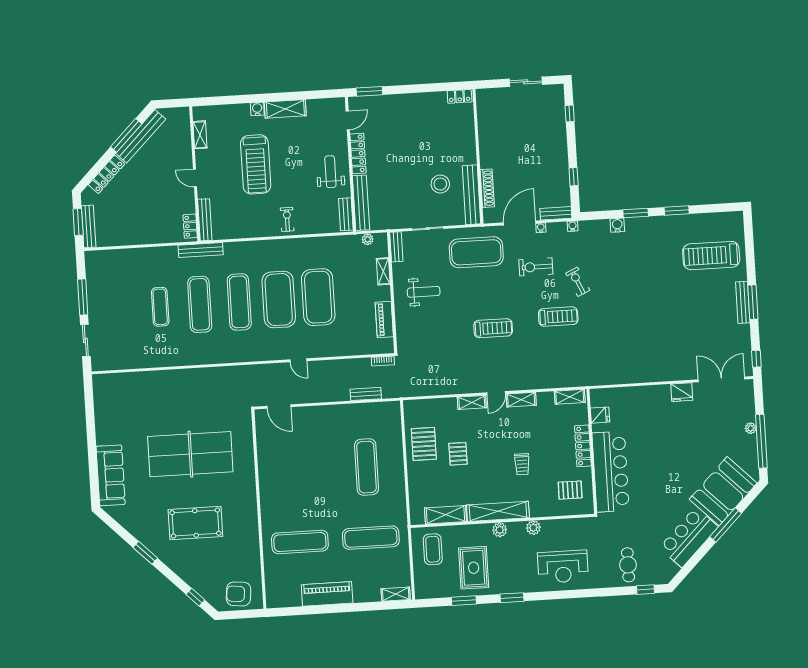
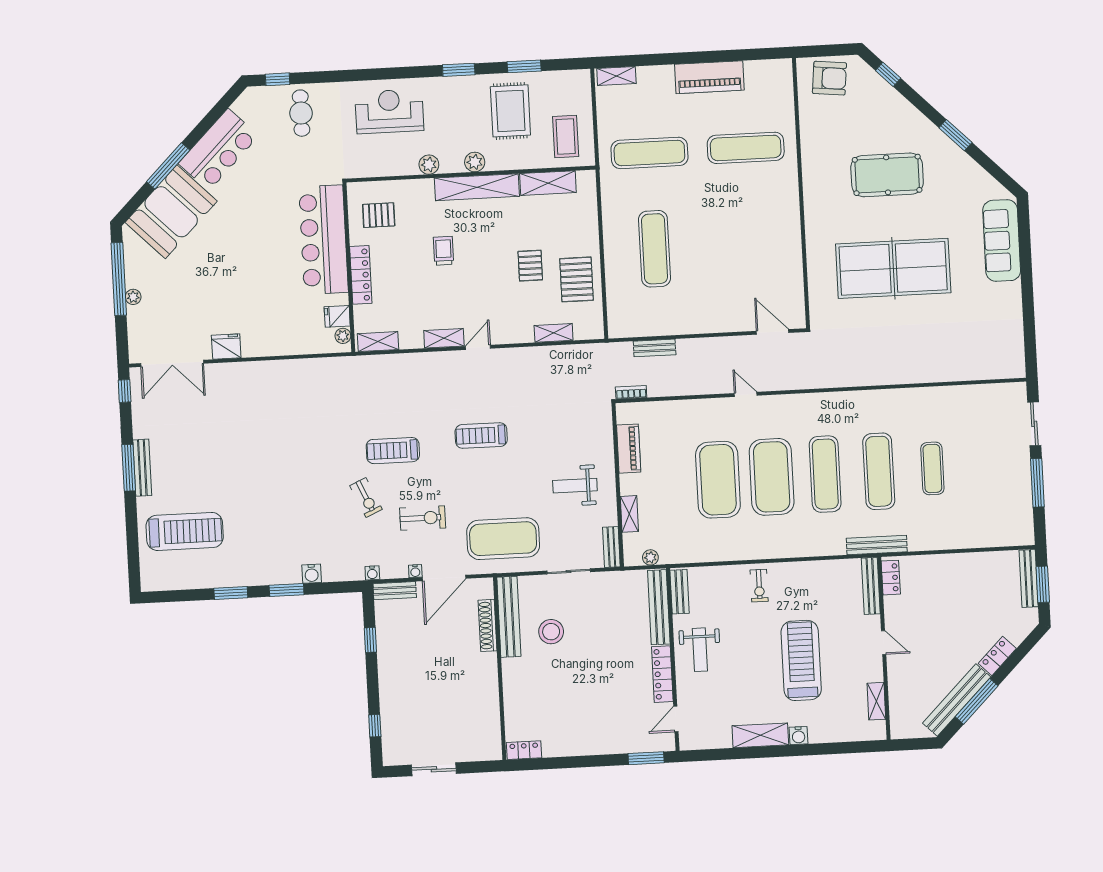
locker: (106, 174) -> (997, 656), width x0.66
plant: (596, 401) -> (343, 336), added
shelving: (472, 402) -> (554, 333), moved

